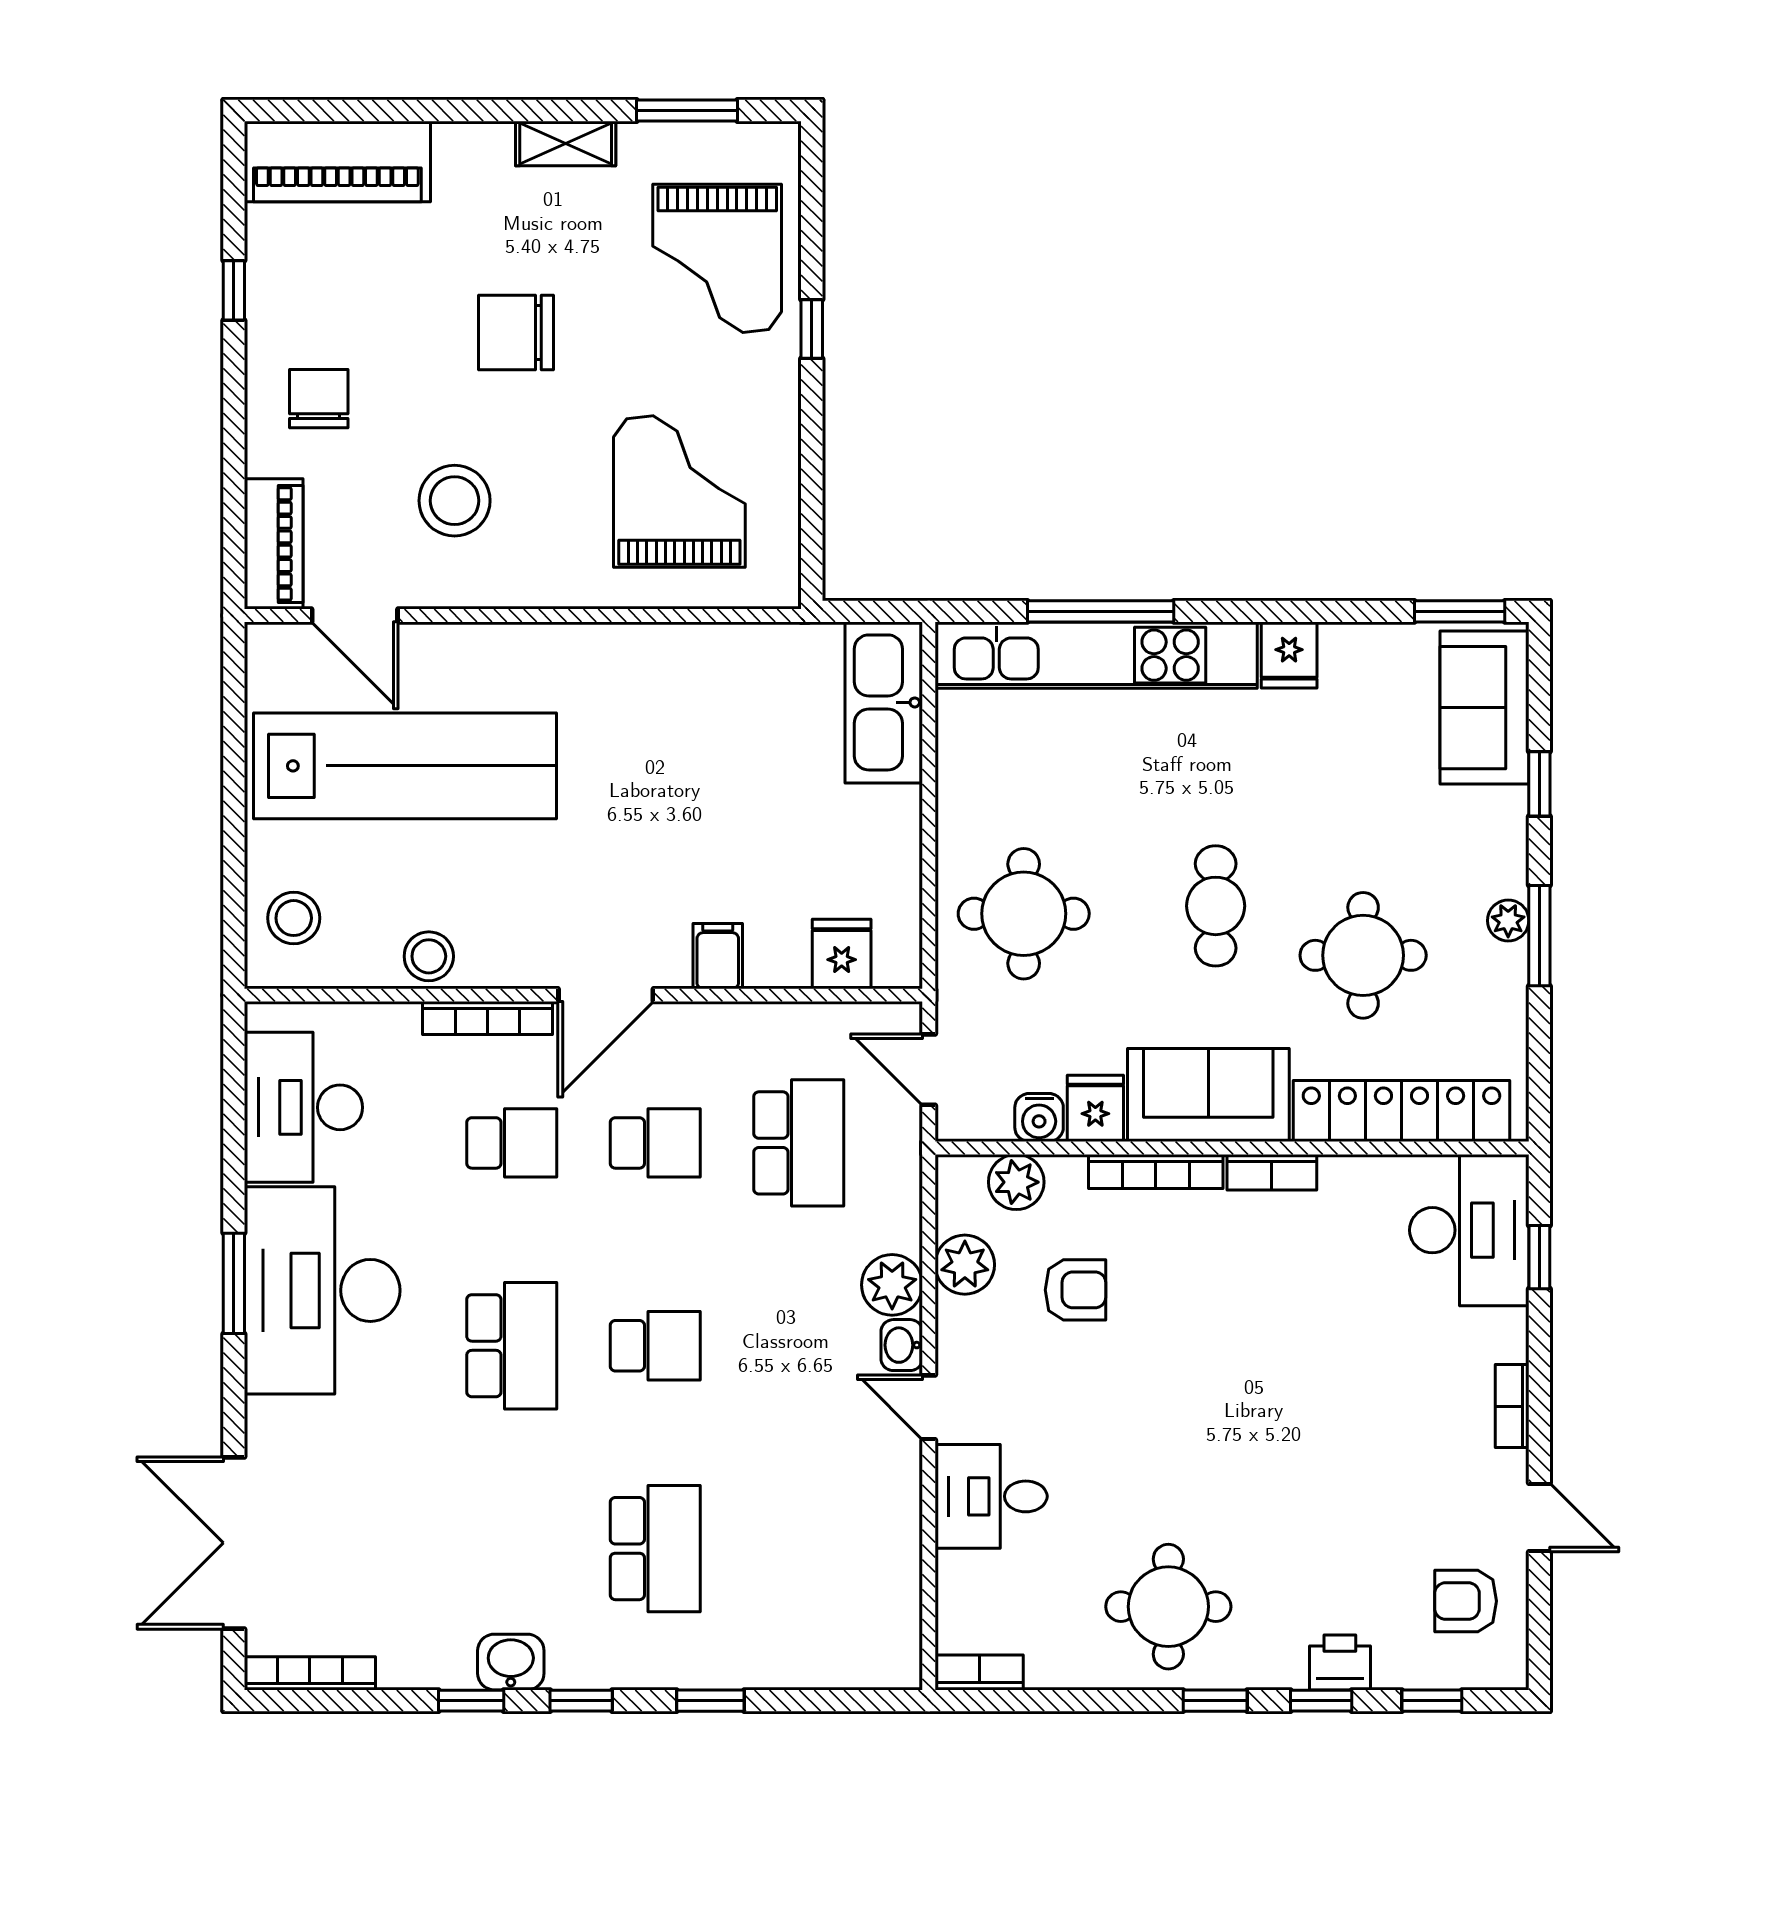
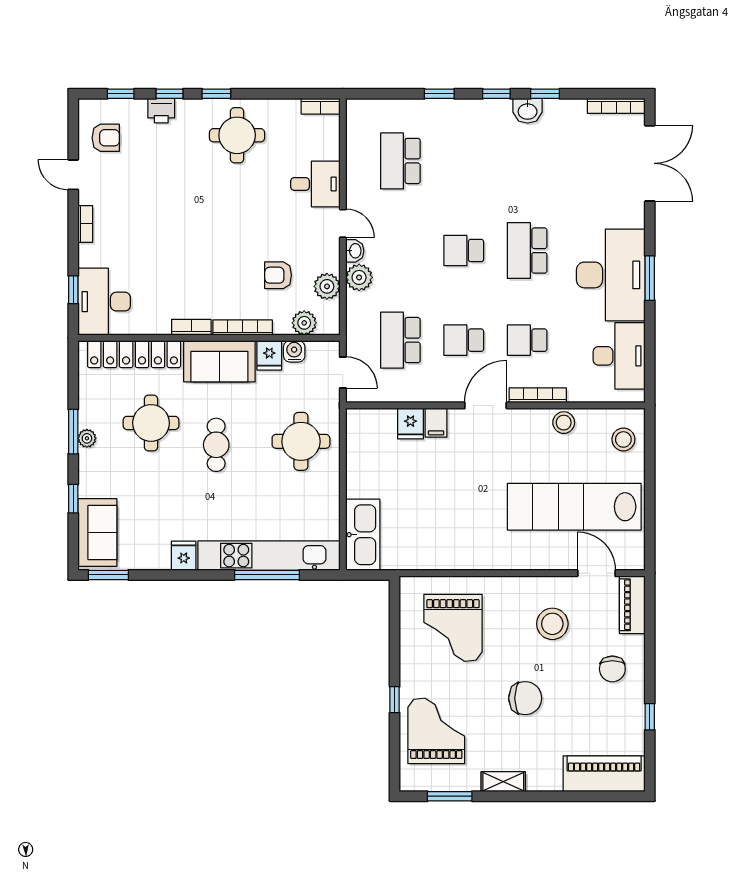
fridge: (842, 954) -> (410, 424), moved
school desk: (655, 1549) -> (400, 161), moved

